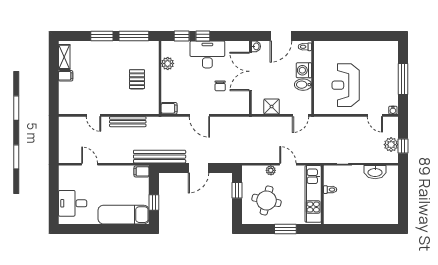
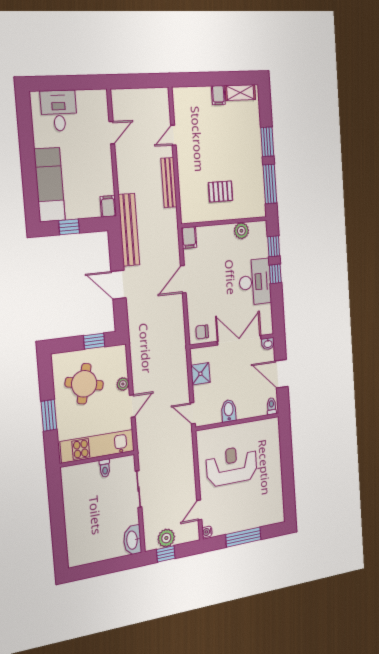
washing machine: (304, 70) -> (245, 409), removed
chair: (220, 86) -> (202, 332), moved
washbasin: (375, 172) -> (132, 540), moved

